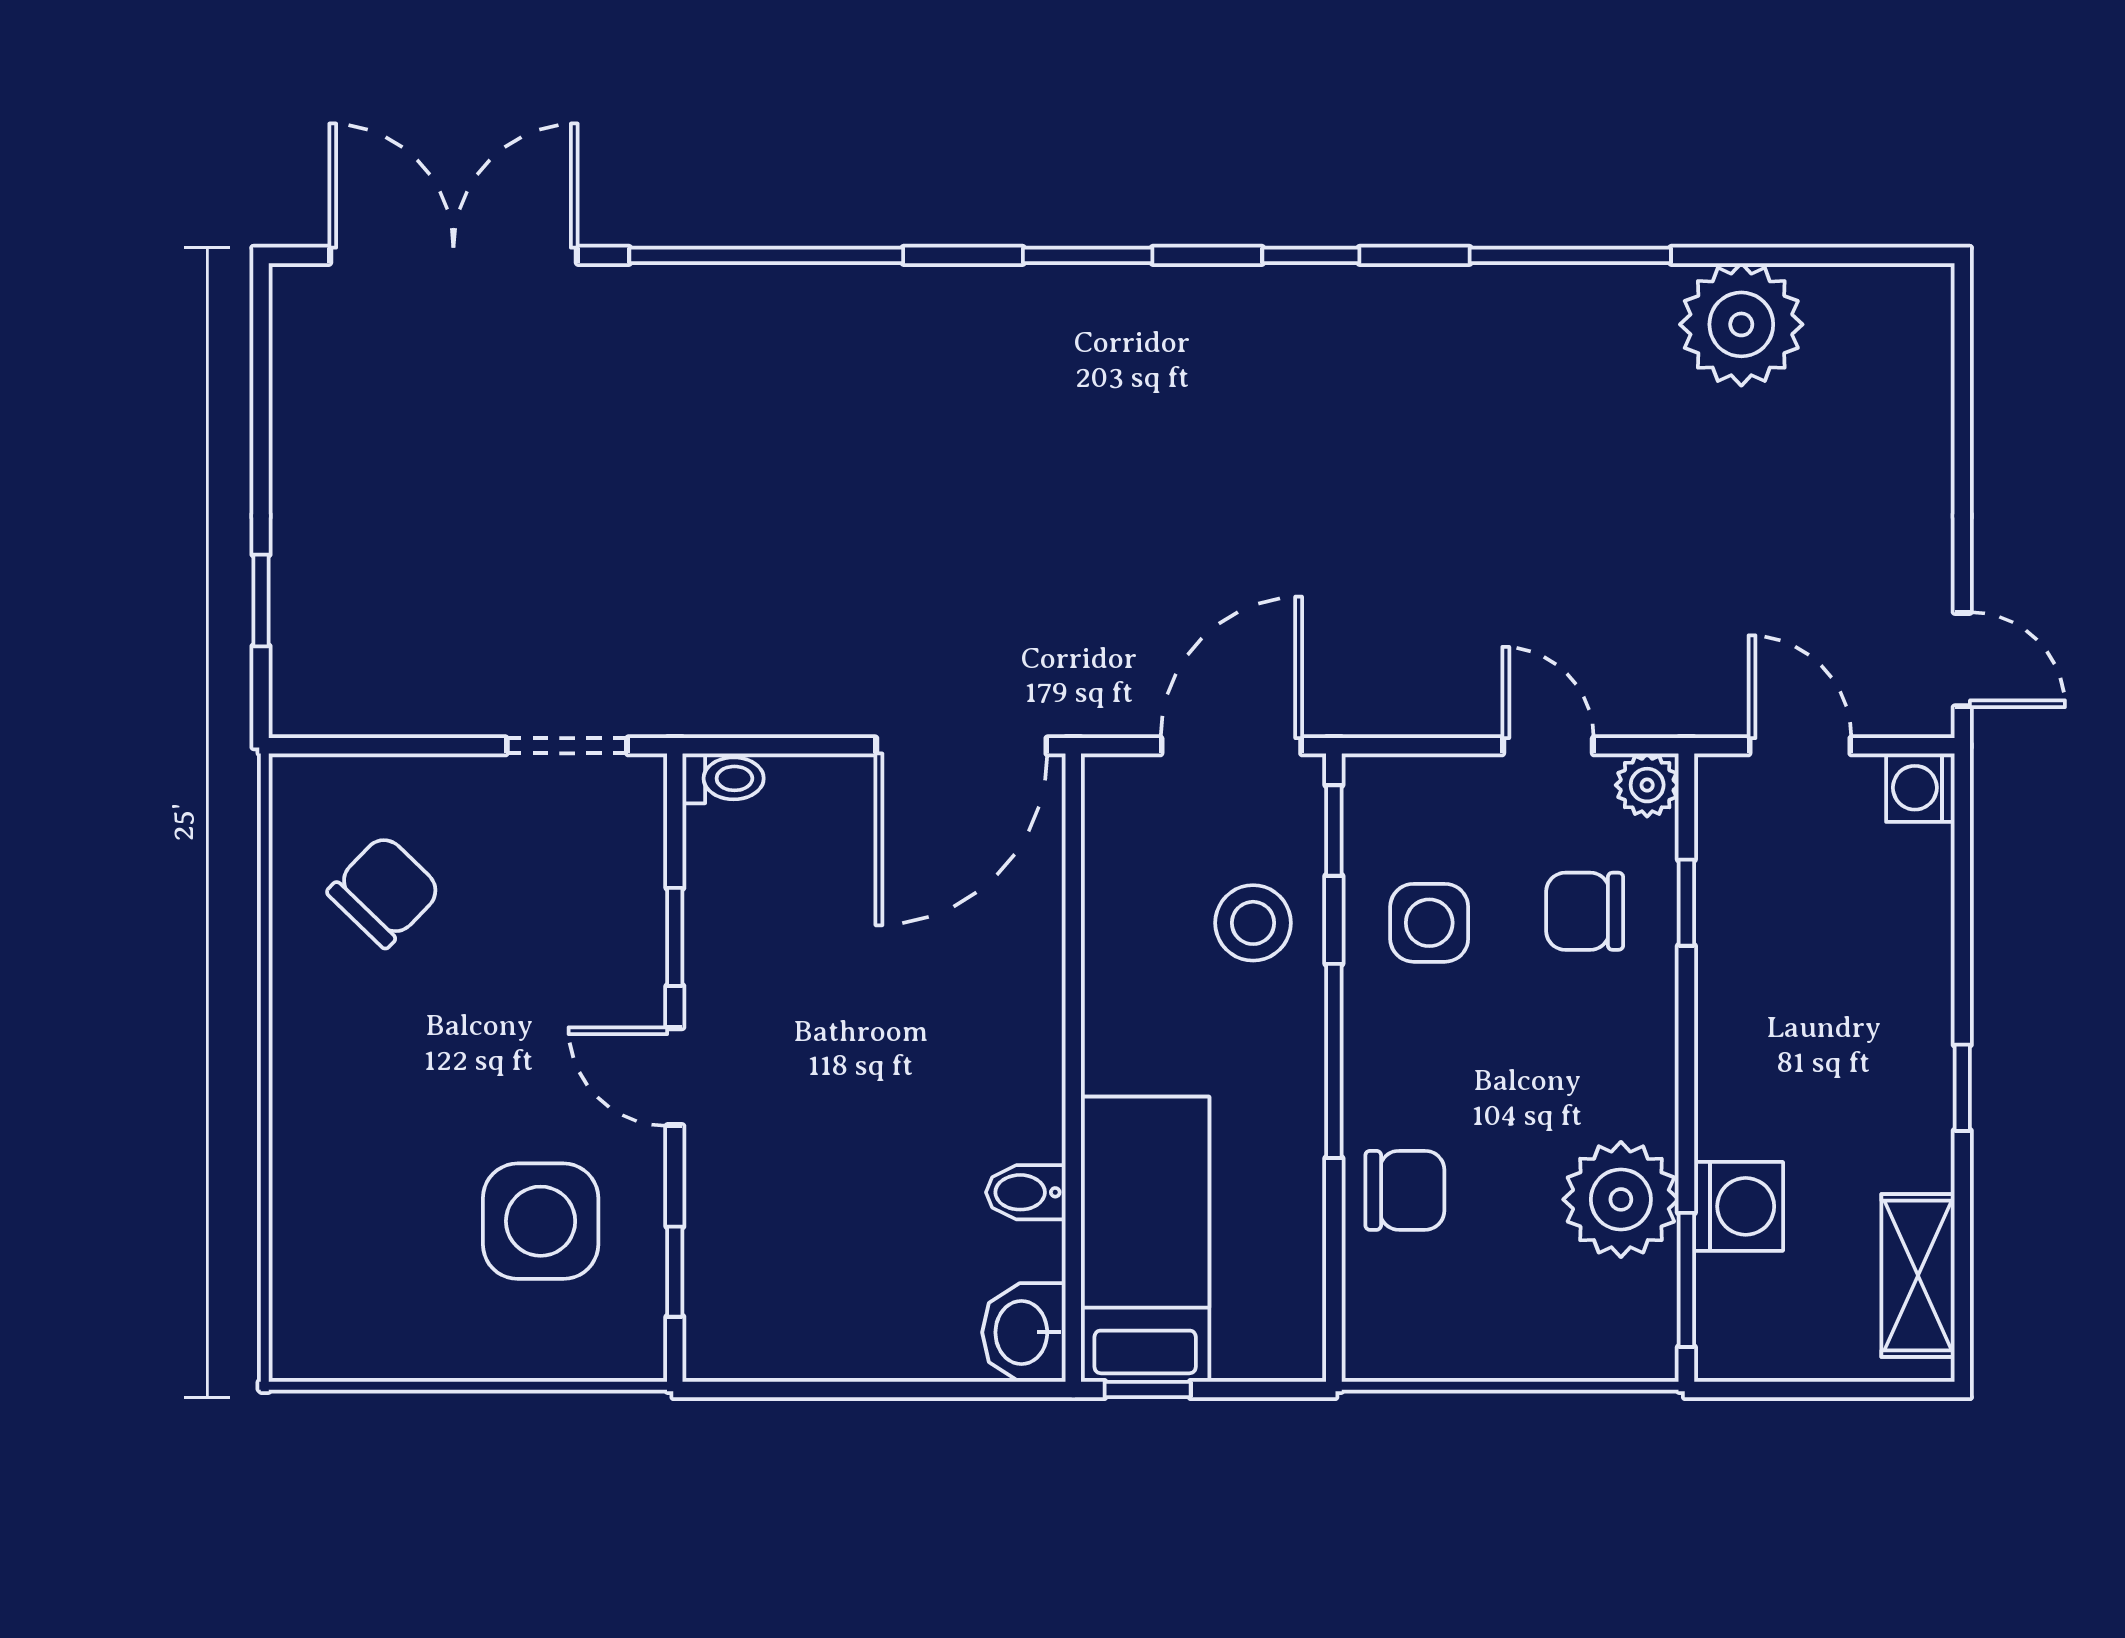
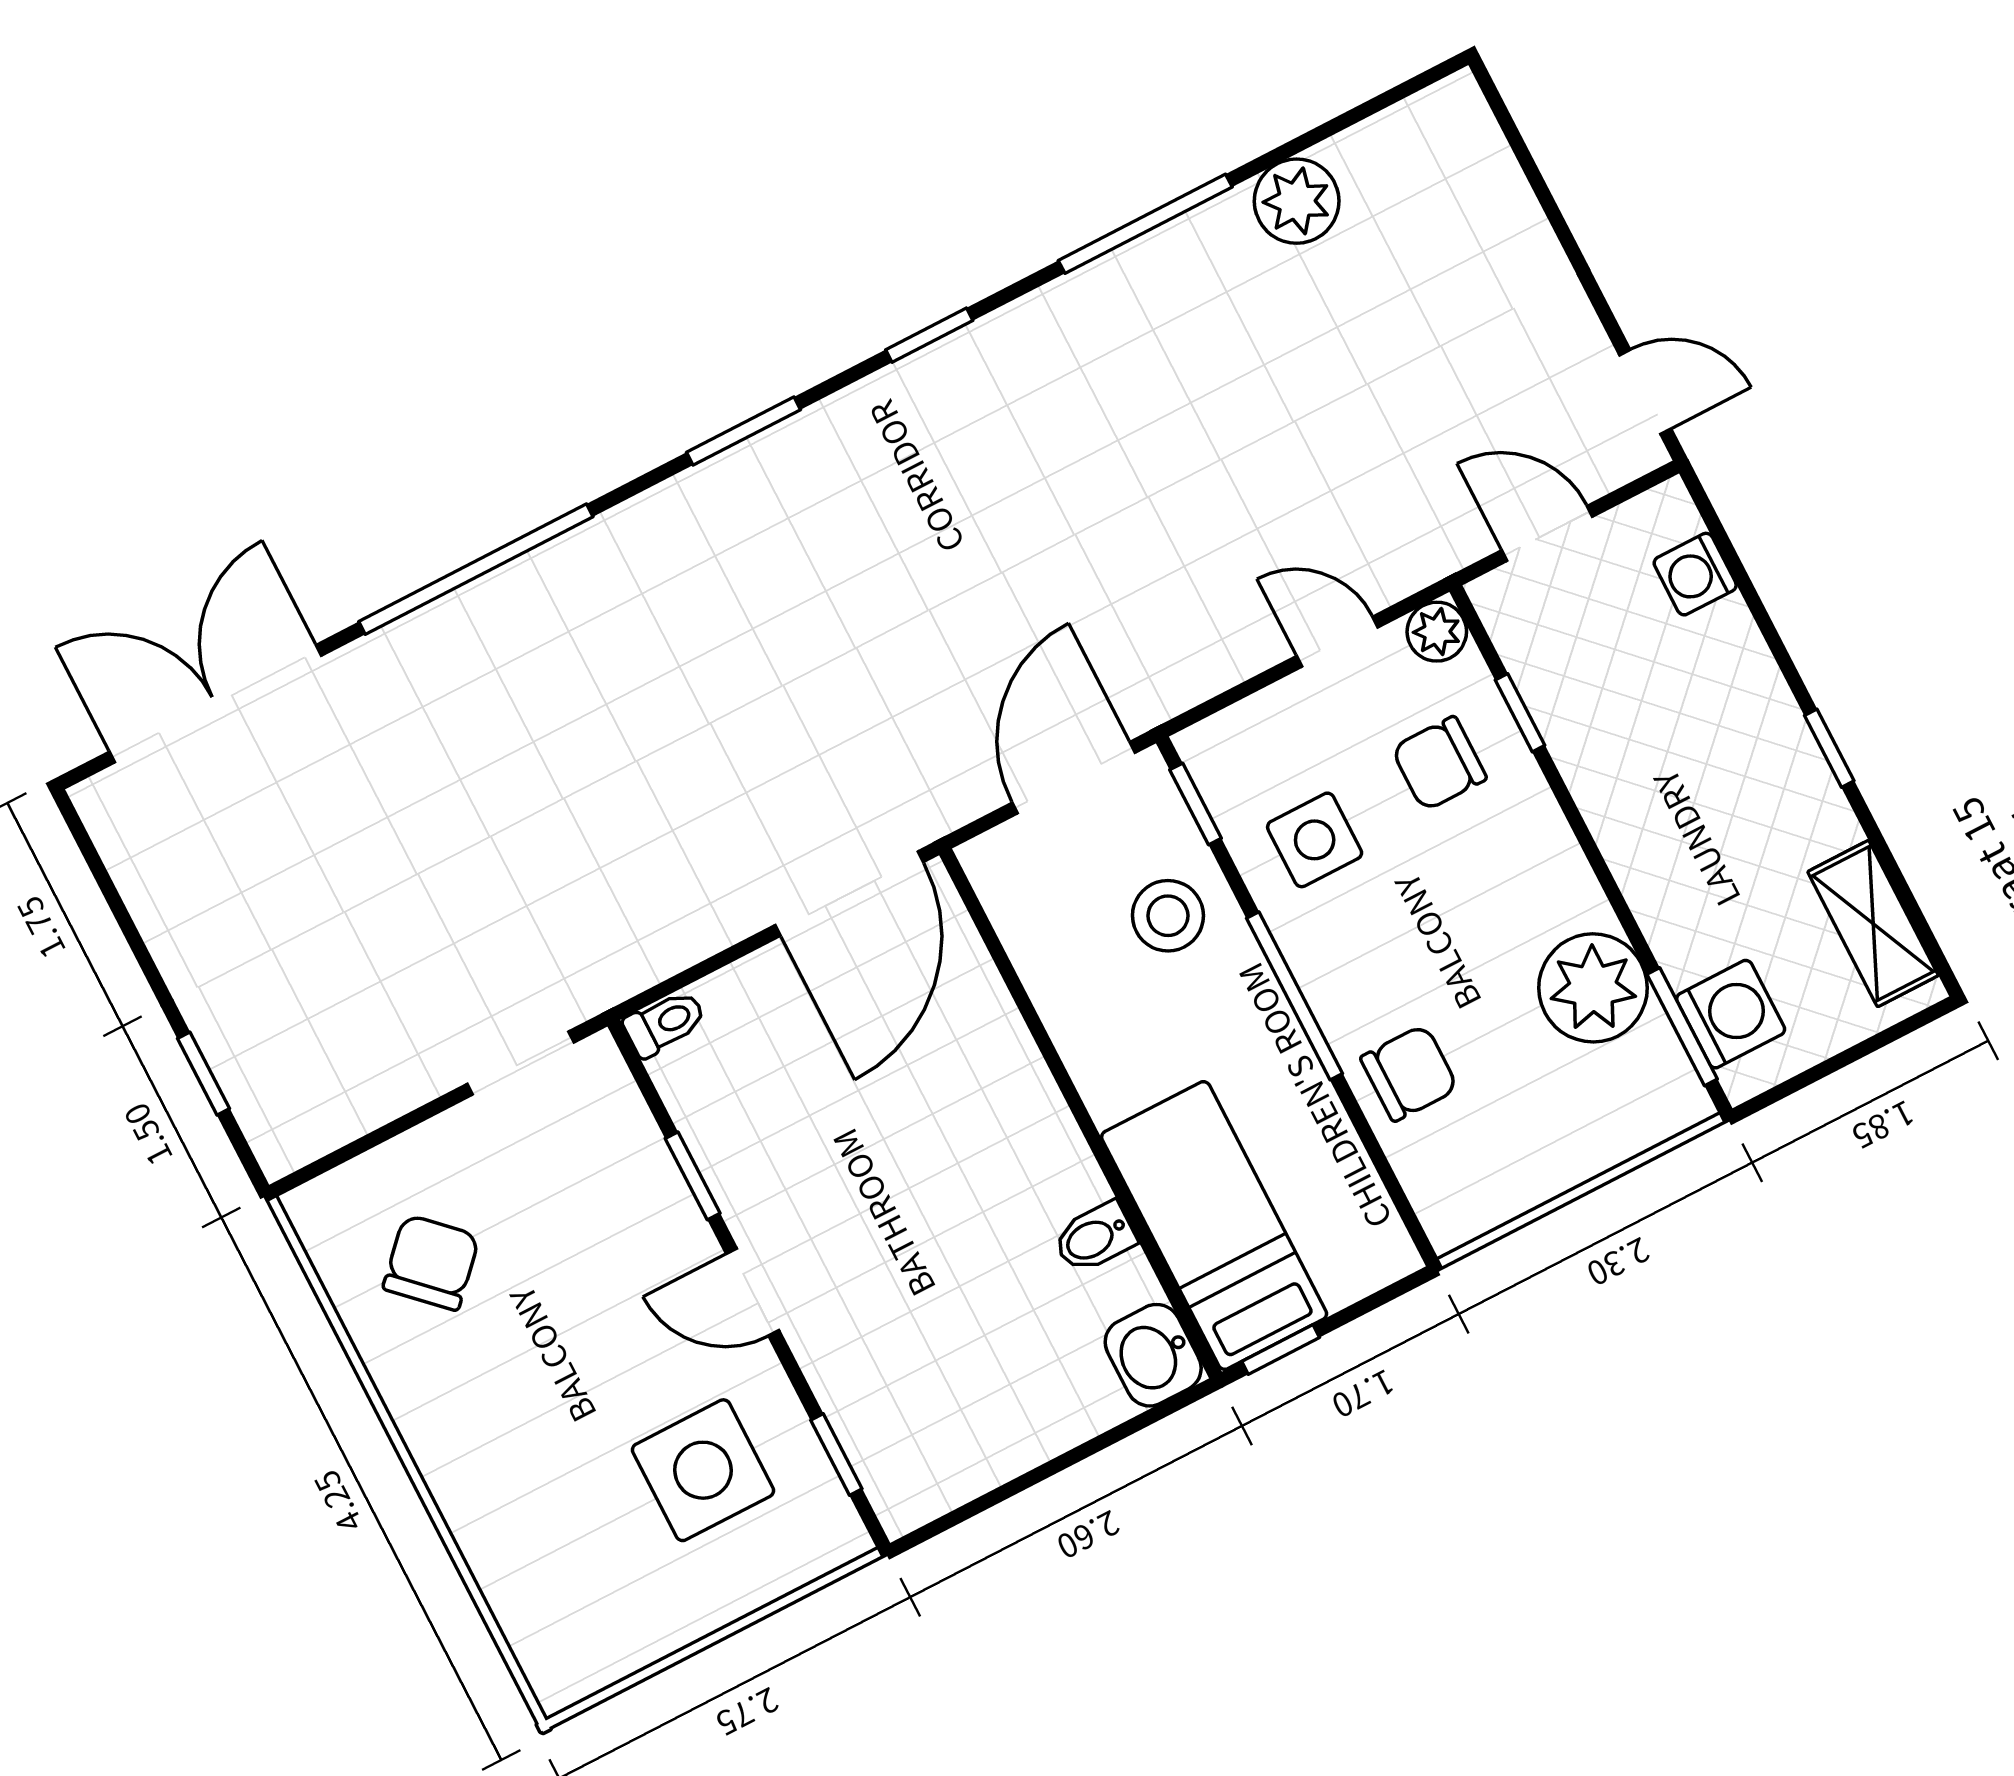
plant: (1741, 324) -> (1297, 201), width x0.73, depth x0.73
washing machine: (1920, 788) -> (1695, 574), moved
washing machine: (1739, 1206) -> (1731, 1014), moved

